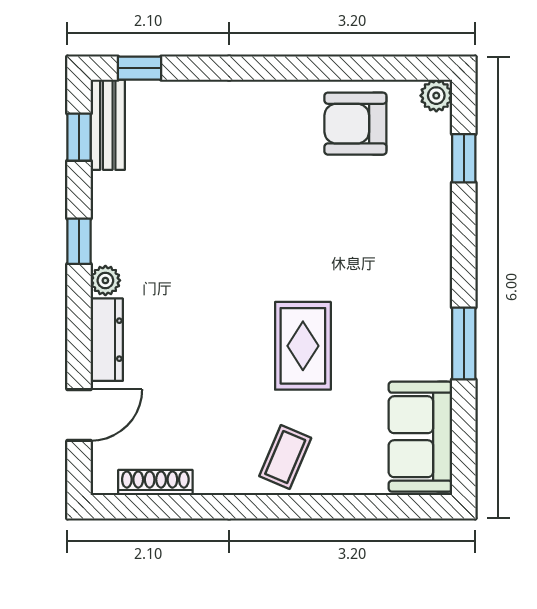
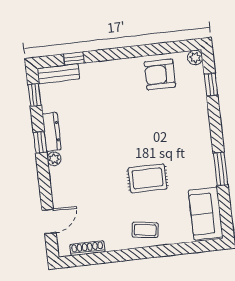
window: (140, 68) -> (74, 59), moved
bench: (108, 125) -> (58, 74), moved, turned 90
dresser: (107, 340) -> (52, 132), moved
rug: (303, 346) -> (147, 178), turned 90
coffee table: (285, 457) -> (145, 230), turned 75

